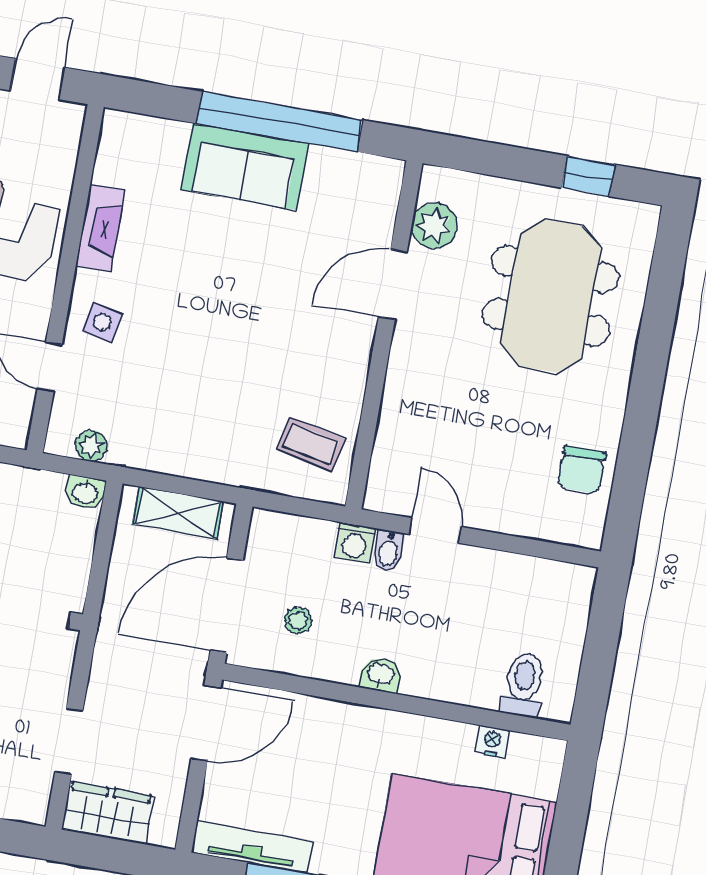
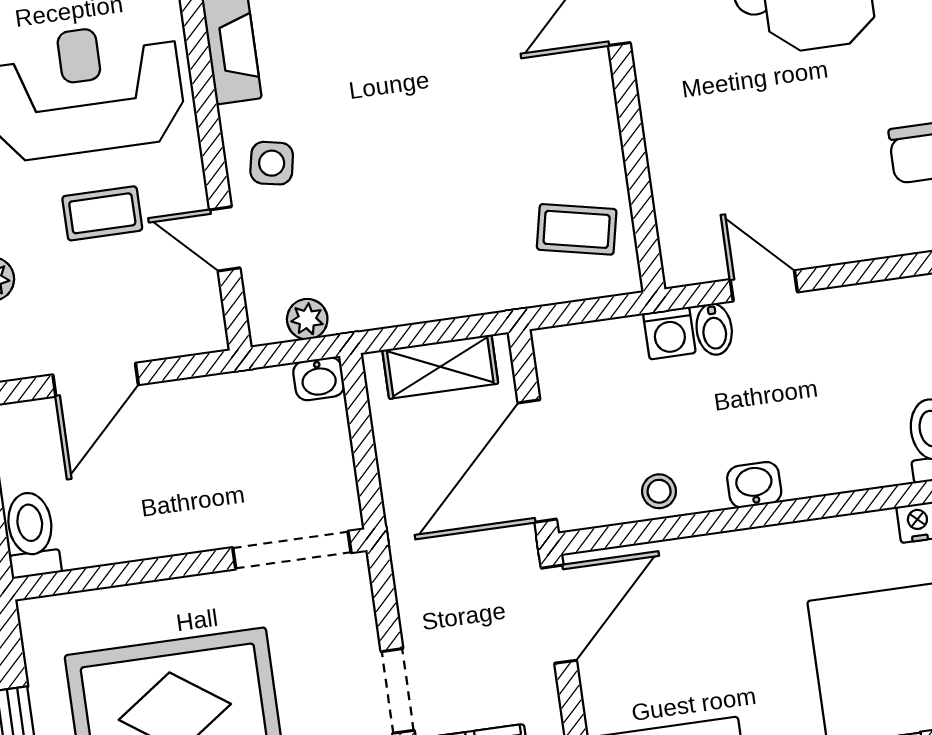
stool: (298, 620) -> (659, 491), moved

